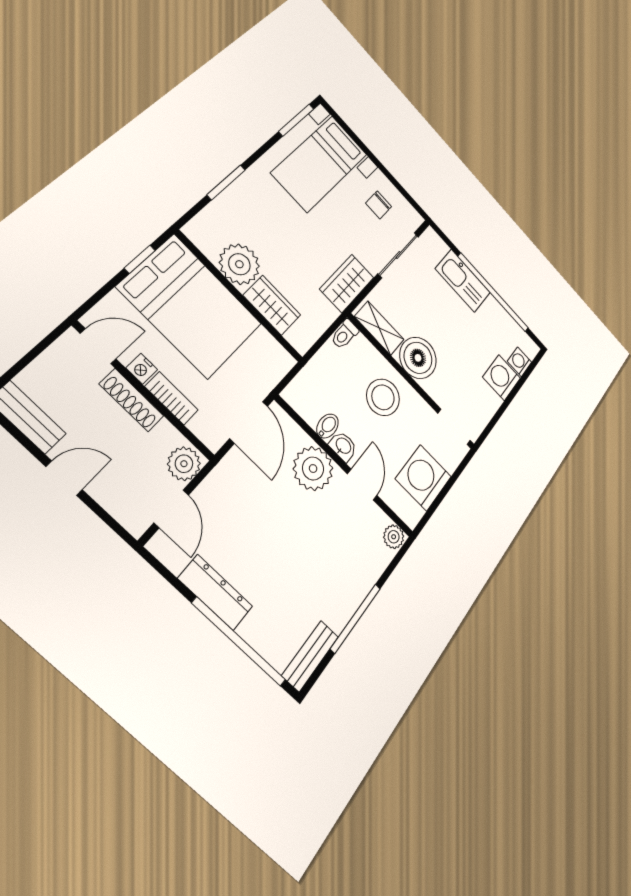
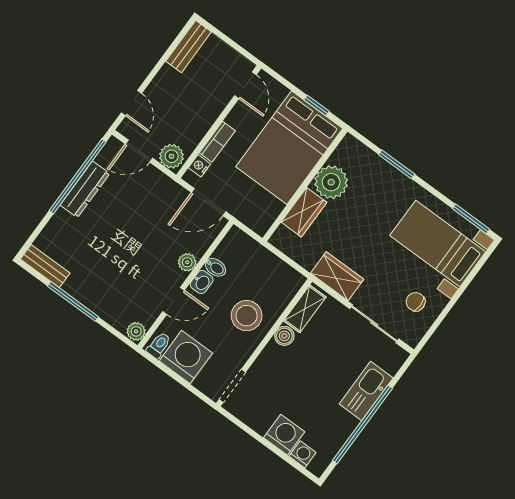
toilet: (345, 334) -> (159, 345), moved, turned 90
boiler: (418, 358) -> (284, 336), width x0.54, depth x0.54
nightstand: (142, 369) -> (199, 166), moved
shoe rack: (132, 400) -> (211, 113), removed
plant: (313, 469) -> (187, 262), width x0.53, depth x0.53
door: (64, 478) -> (132, 103), moved
window: (239, 642) -> (78, 176), moved

